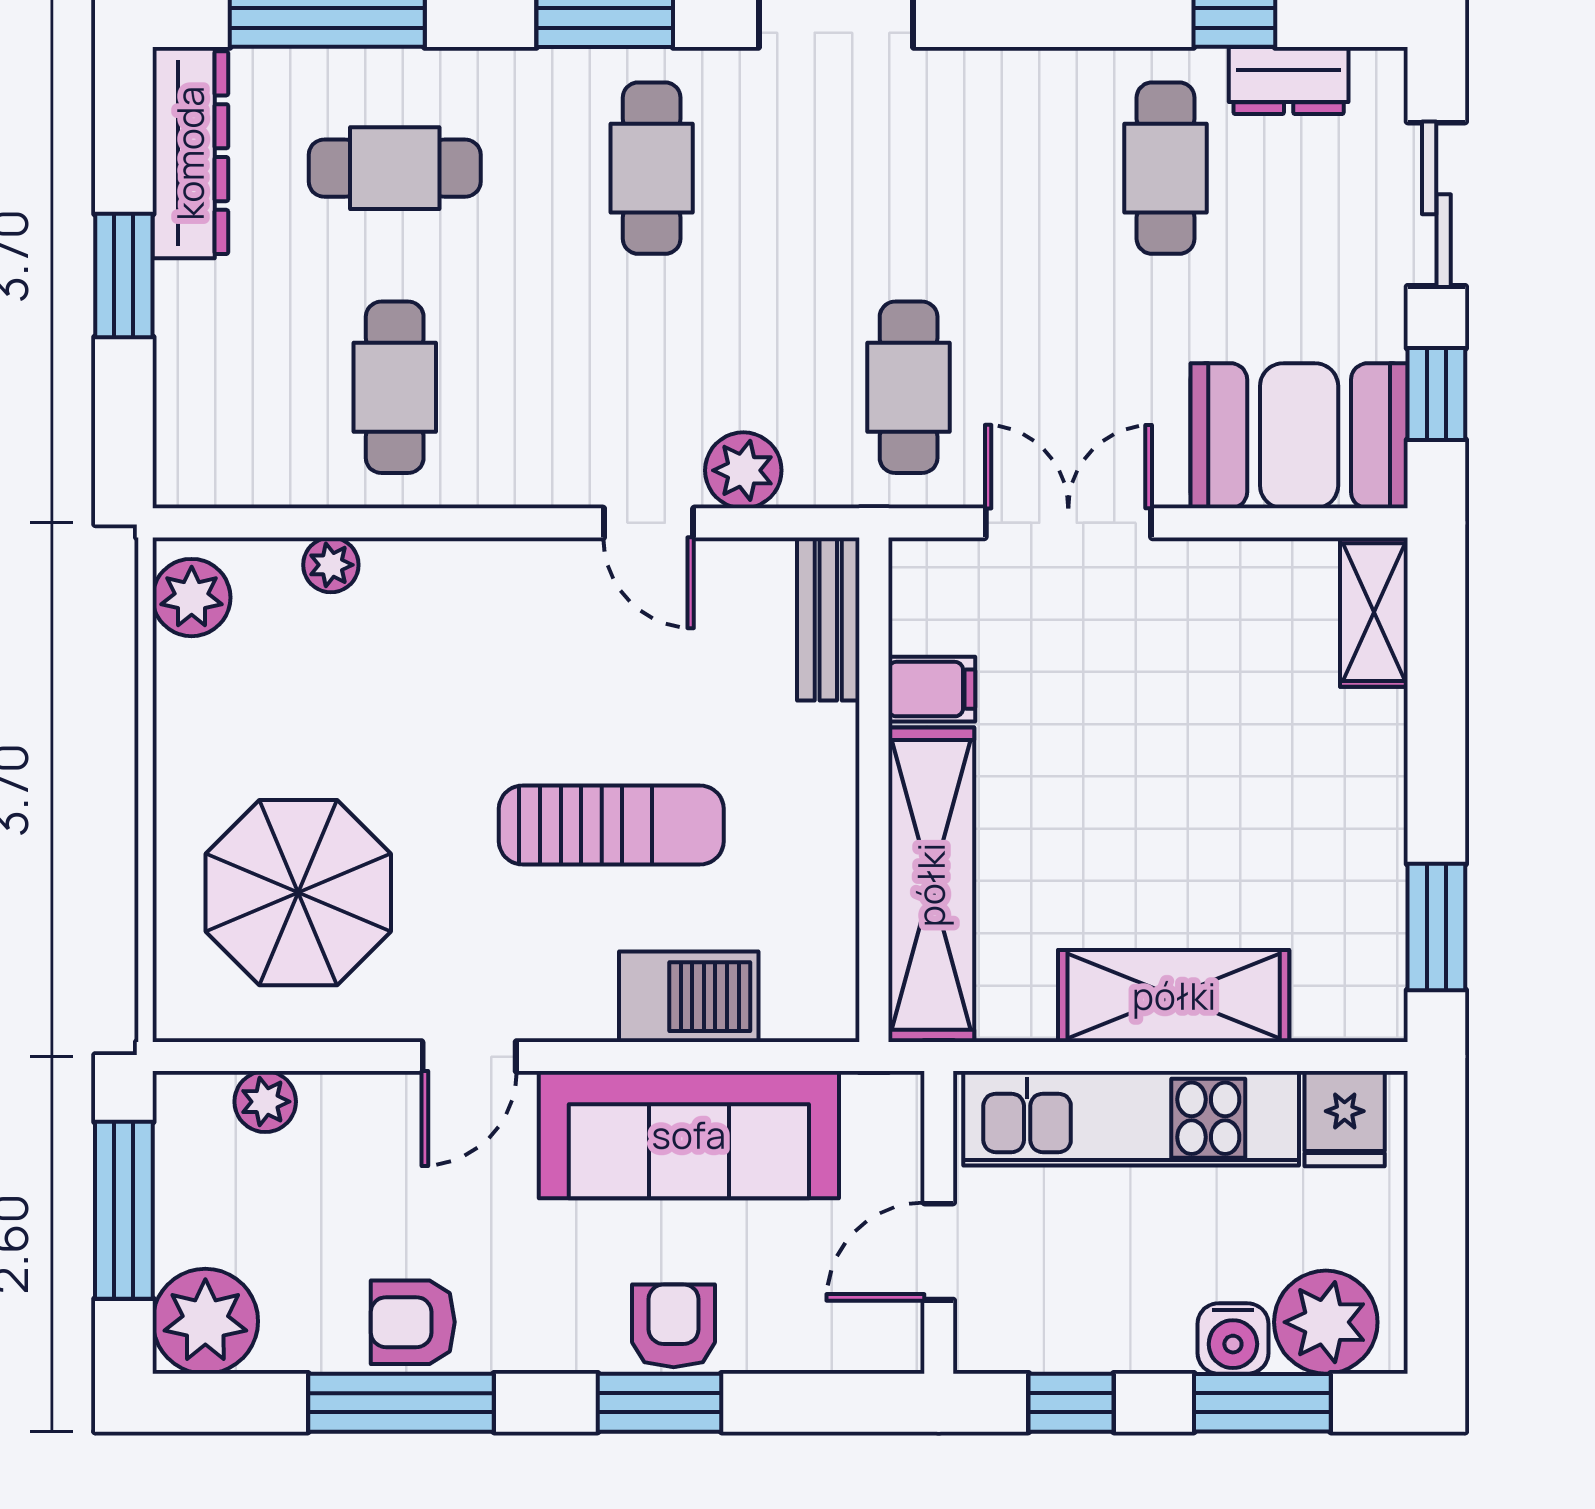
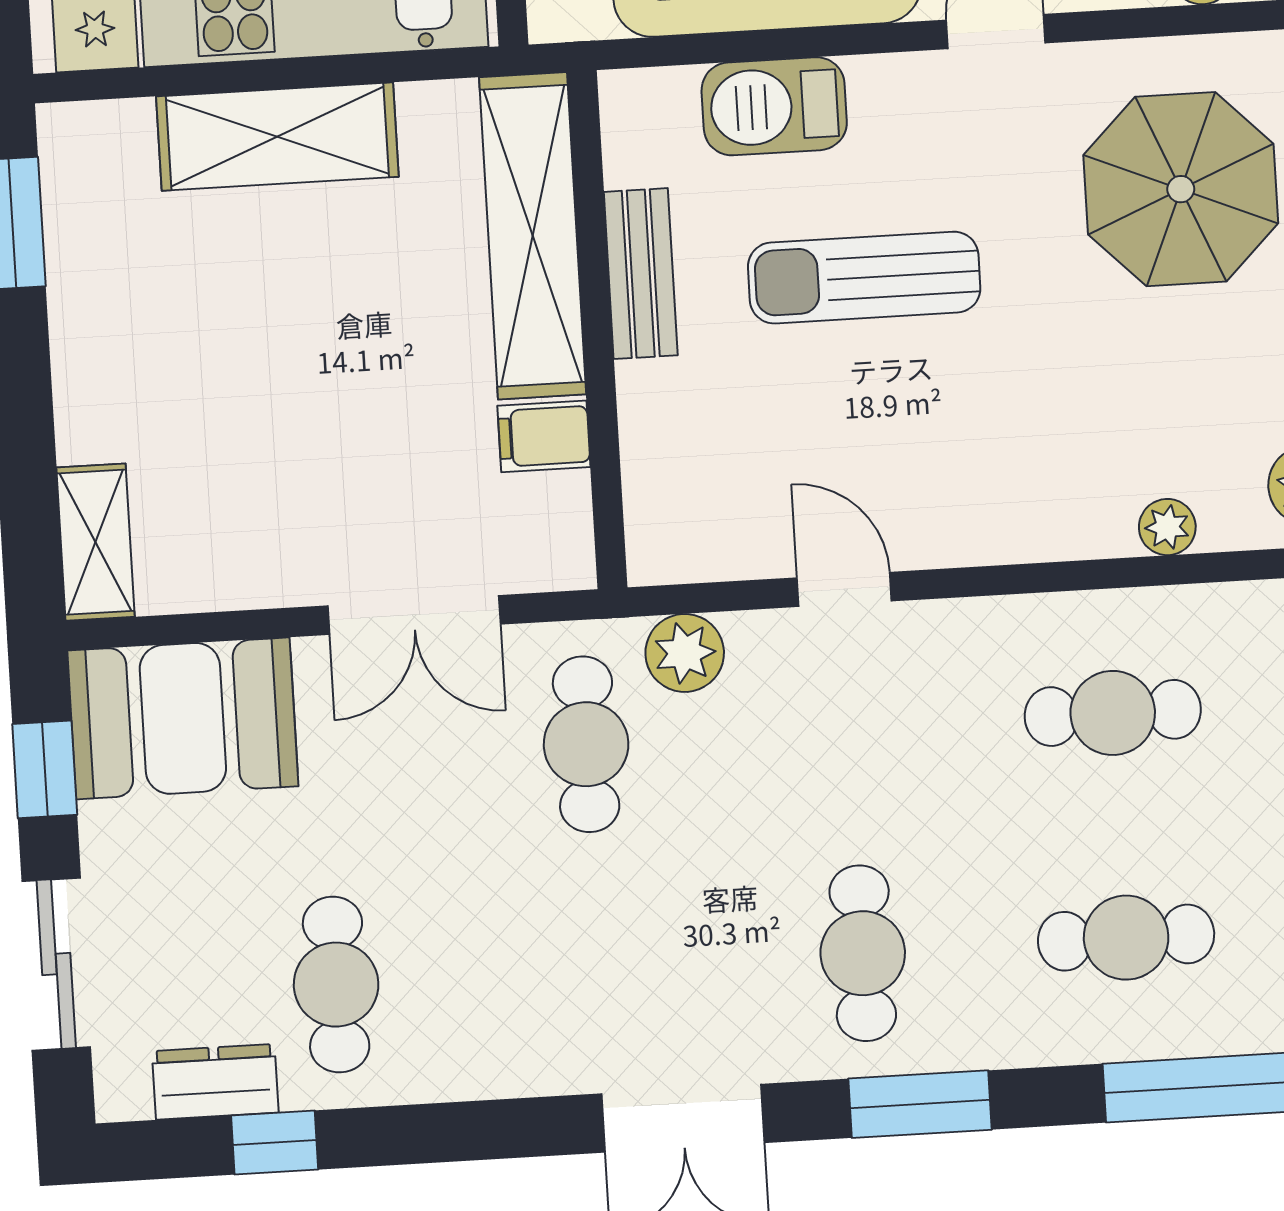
cafe table: (395, 387) -> (1113, 713), turned 90
plant: (743, 470) -> (685, 653), moved
bench: (828, 619) -> (641, 274), moved

